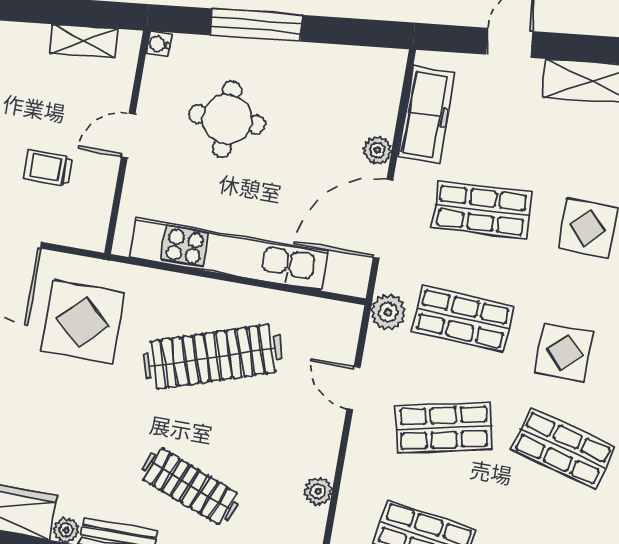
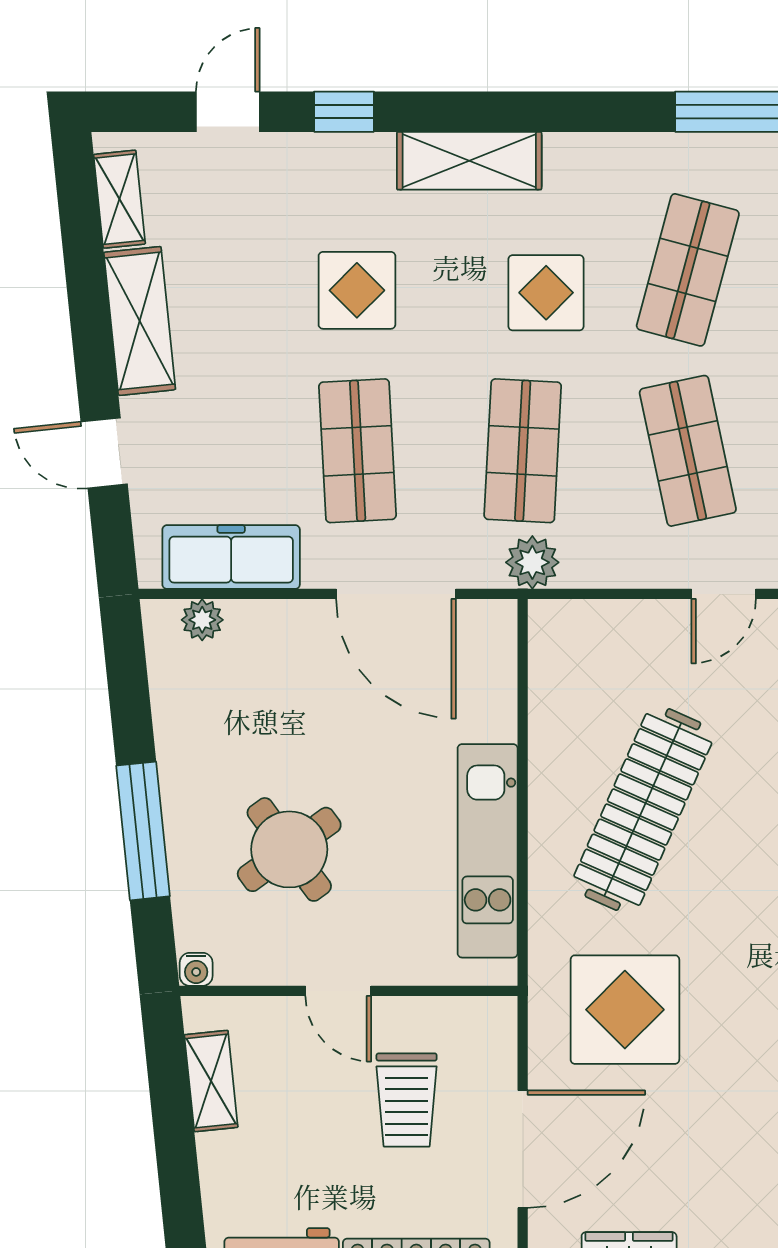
round table: (227, 119) -> (289, 849), turned -36
plant: (377, 150) -> (202, 620), moved
trolley: (48, 168) -> (407, 1100), width x1.36, depth x1.39
kitchen unit: (229, 254) -> (488, 851), width x0.73
clothes rail: (213, 357) -> (643, 810), turned 42
door: (354, 388) -> (724, 594), moved

